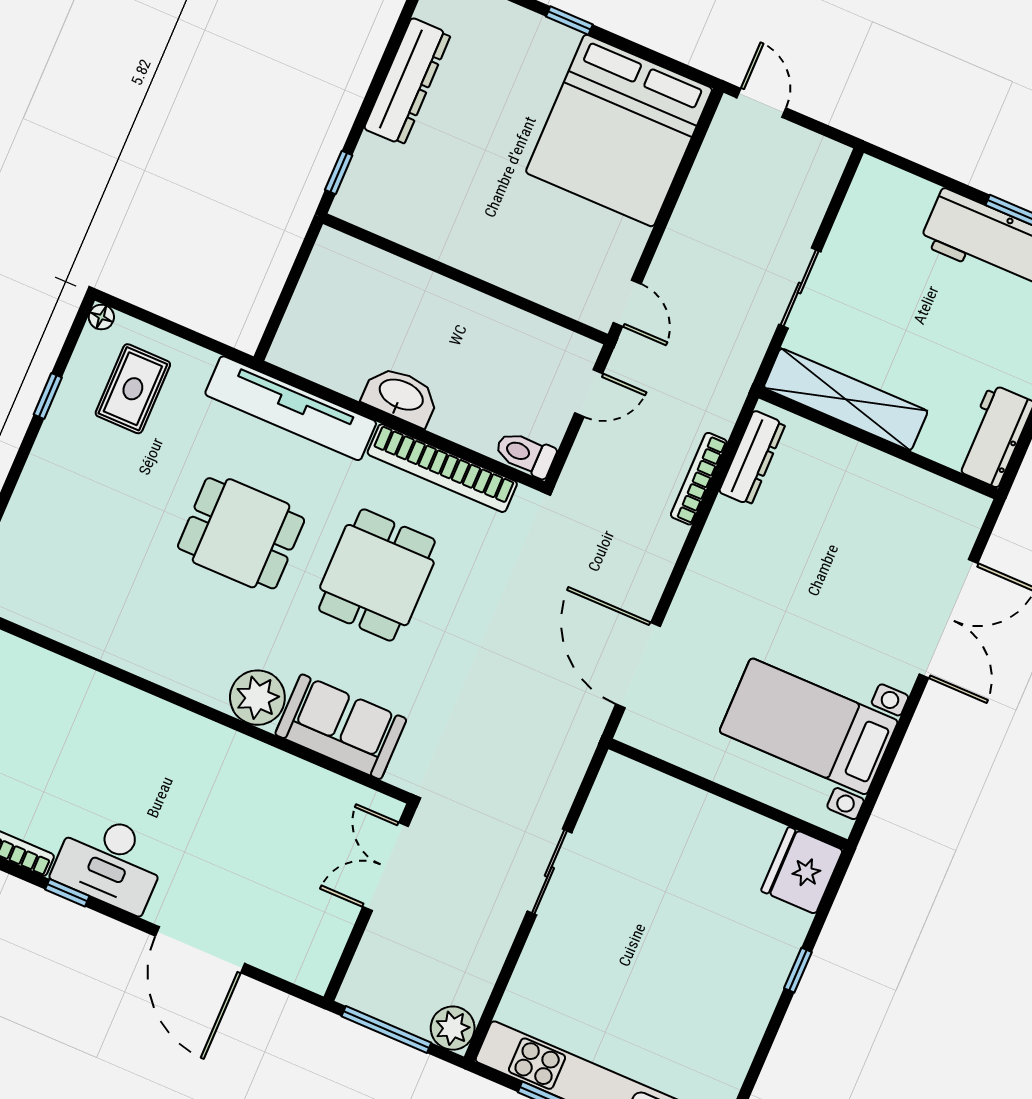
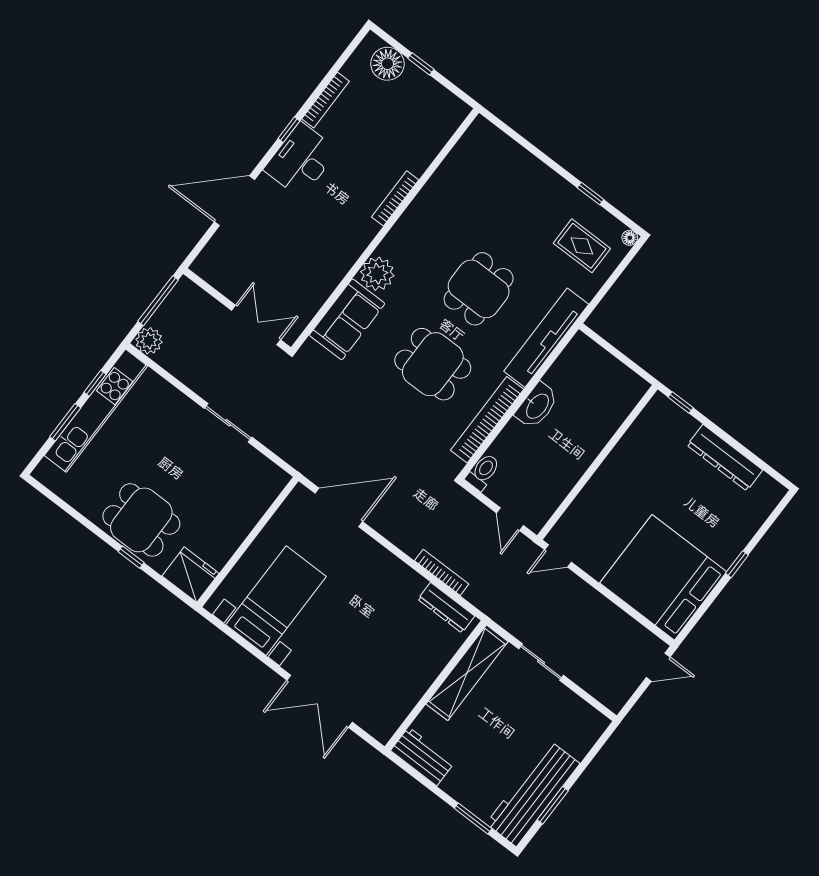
bookcase: (133, 699) -> (395, 198), added
dining table: (736, 969) -> (141, 520), added

